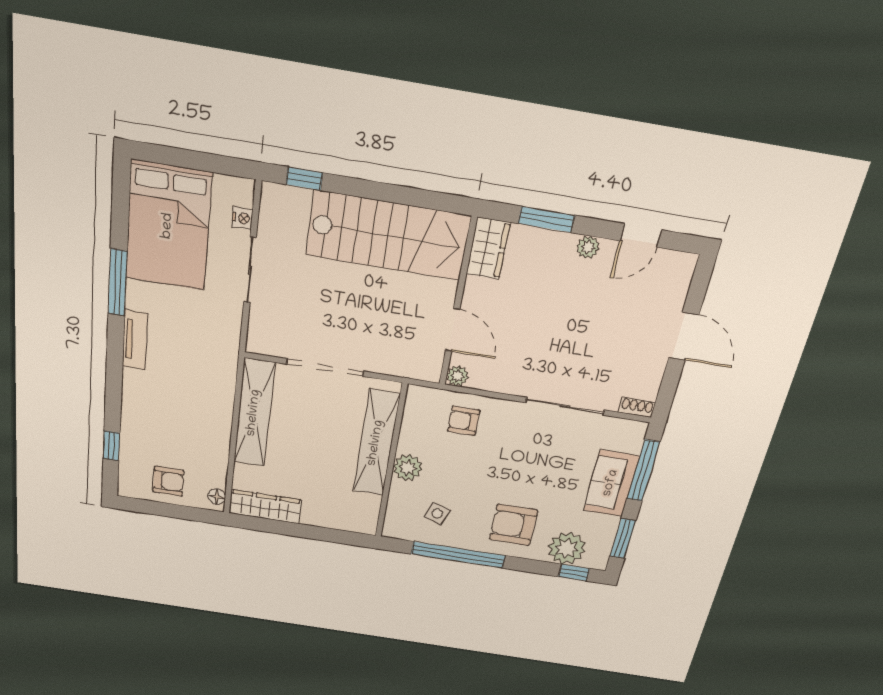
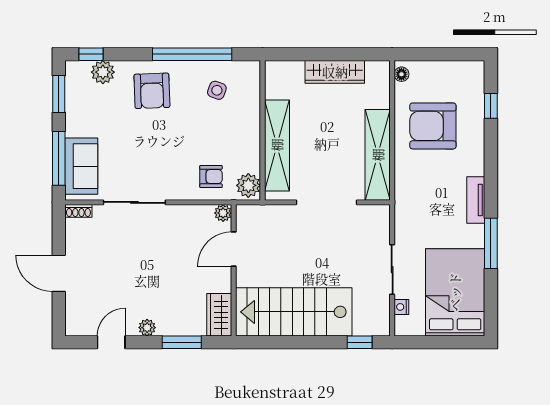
door: (452, 330) -> (234, 249), hinge flipped
plant: (408, 468) -> (248, 185), moved
armchair: (168, 481) -> (433, 126), moved, width x1.88, depth x1.88
sofa: (611, 483) -> (81, 166), moved
wardrobe: (265, 507) -> (335, 72), moved
armchair: (513, 525) -> (152, 91), turned 88
plant: (567, 548) -> (103, 72), width x0.73, depth x0.73

